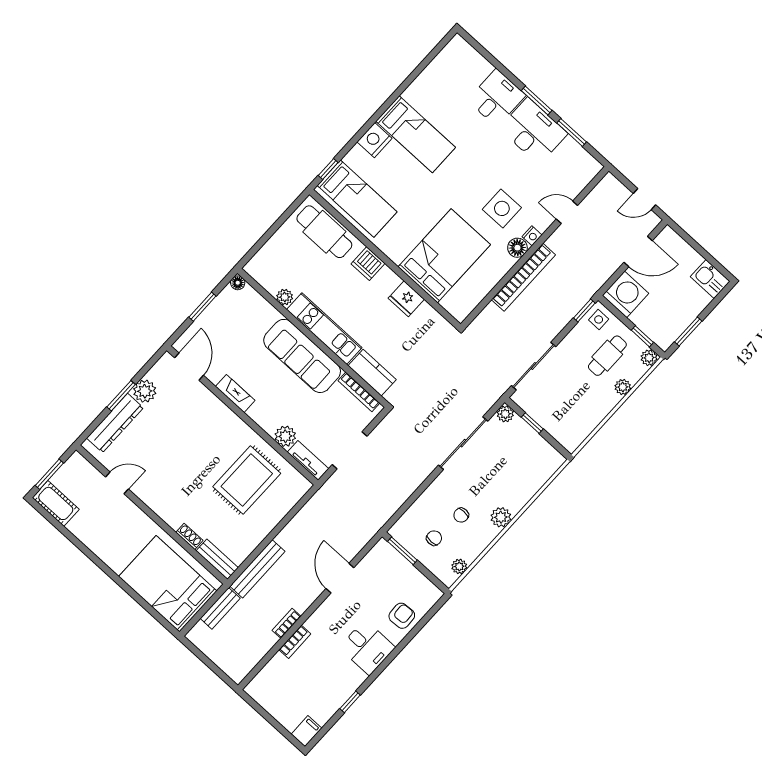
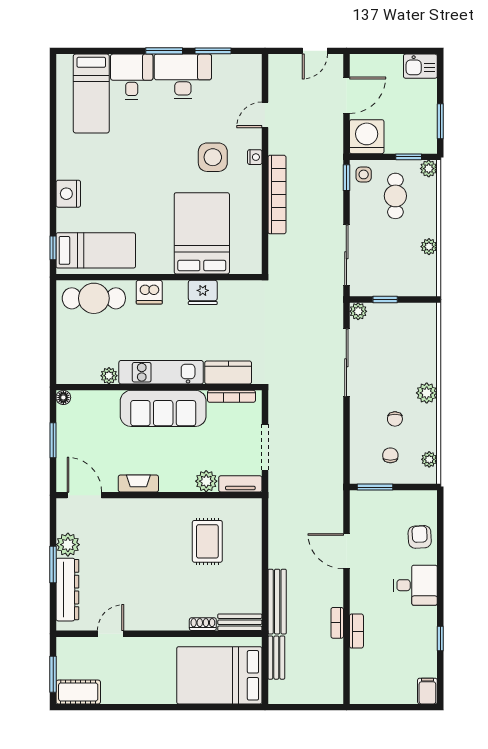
bed: (416, 134) -> (91, 94), moved, turned 90
floor lamp: (517, 248) -> (252, 176), removed
plant: (623, 387) -> (429, 247), moved
rug: (247, 480) -> (207, 541), width x0.73, depth x0.70

